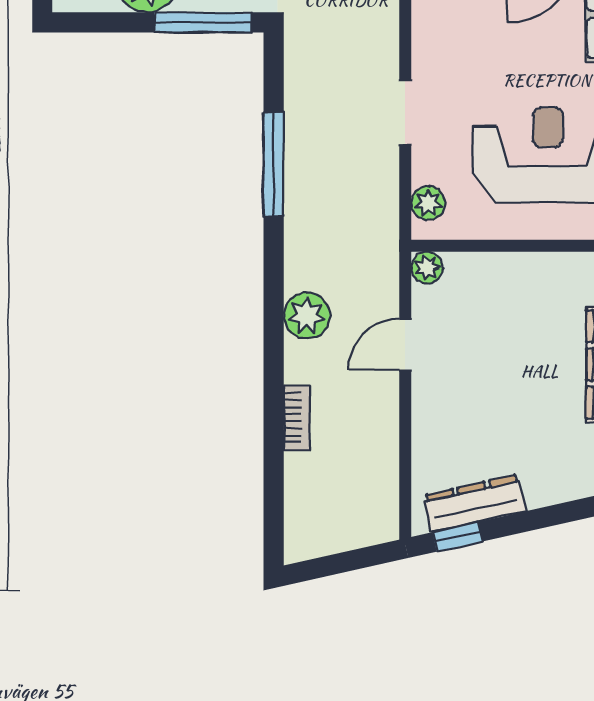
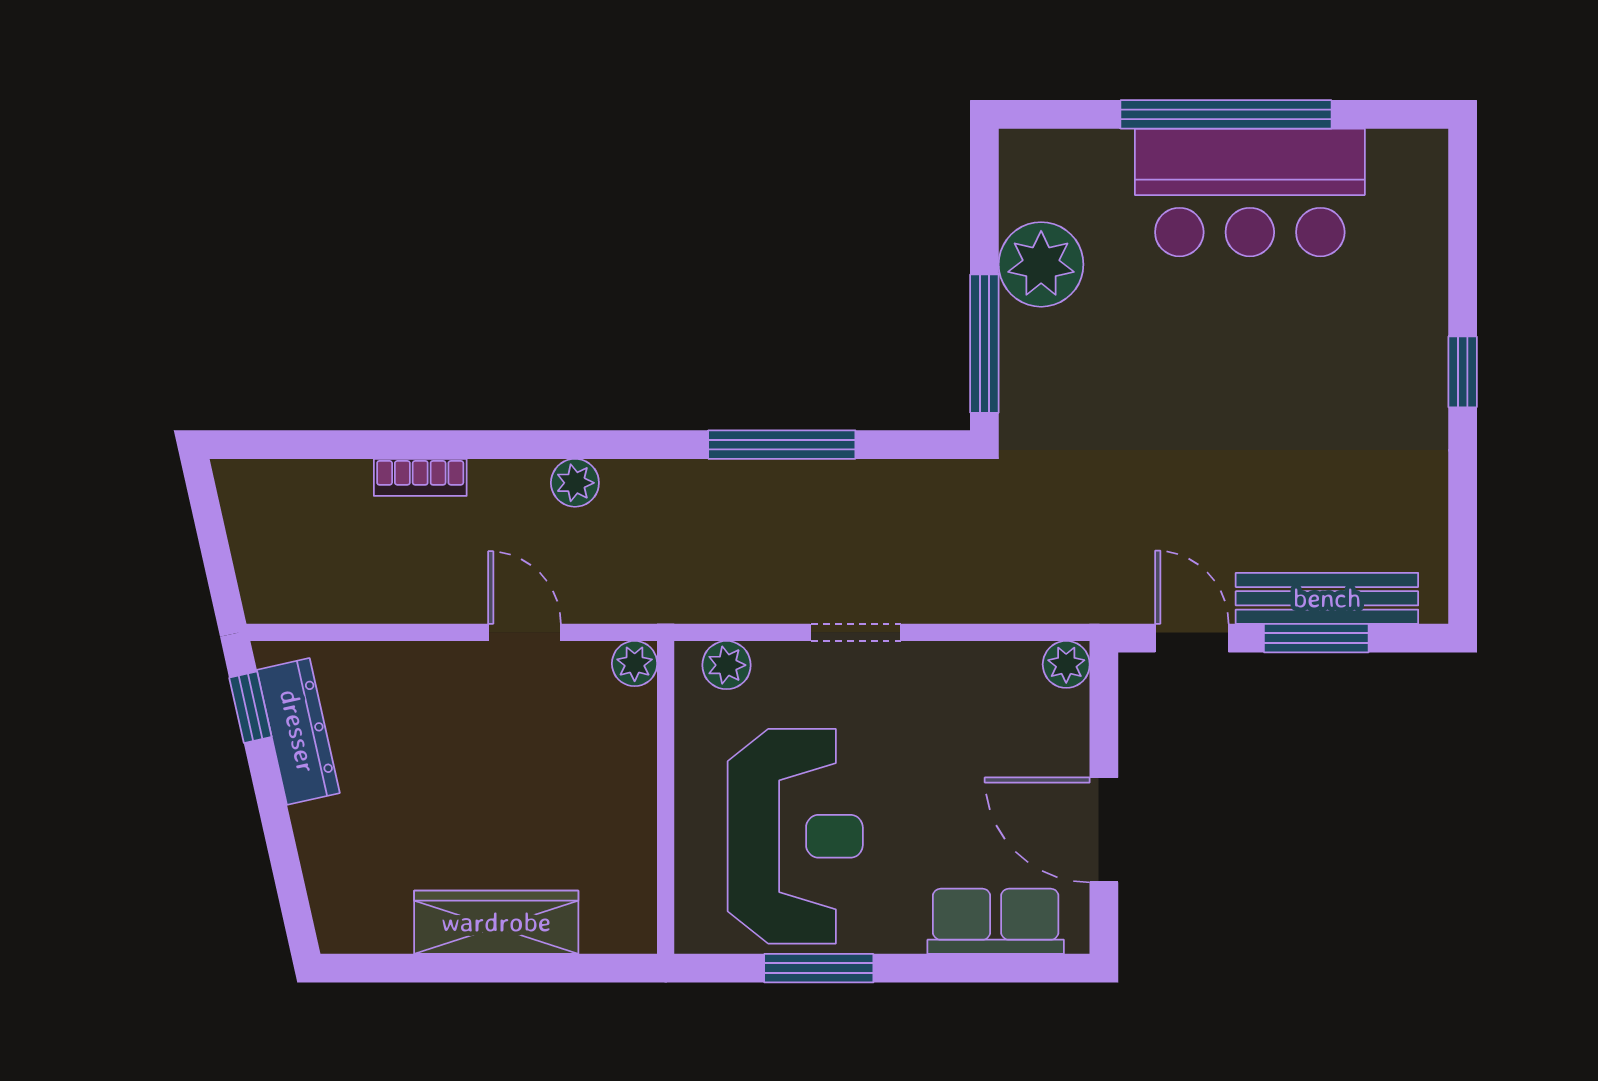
plant: (307, 316) -> (575, 483), width x0.73, depth x0.73

